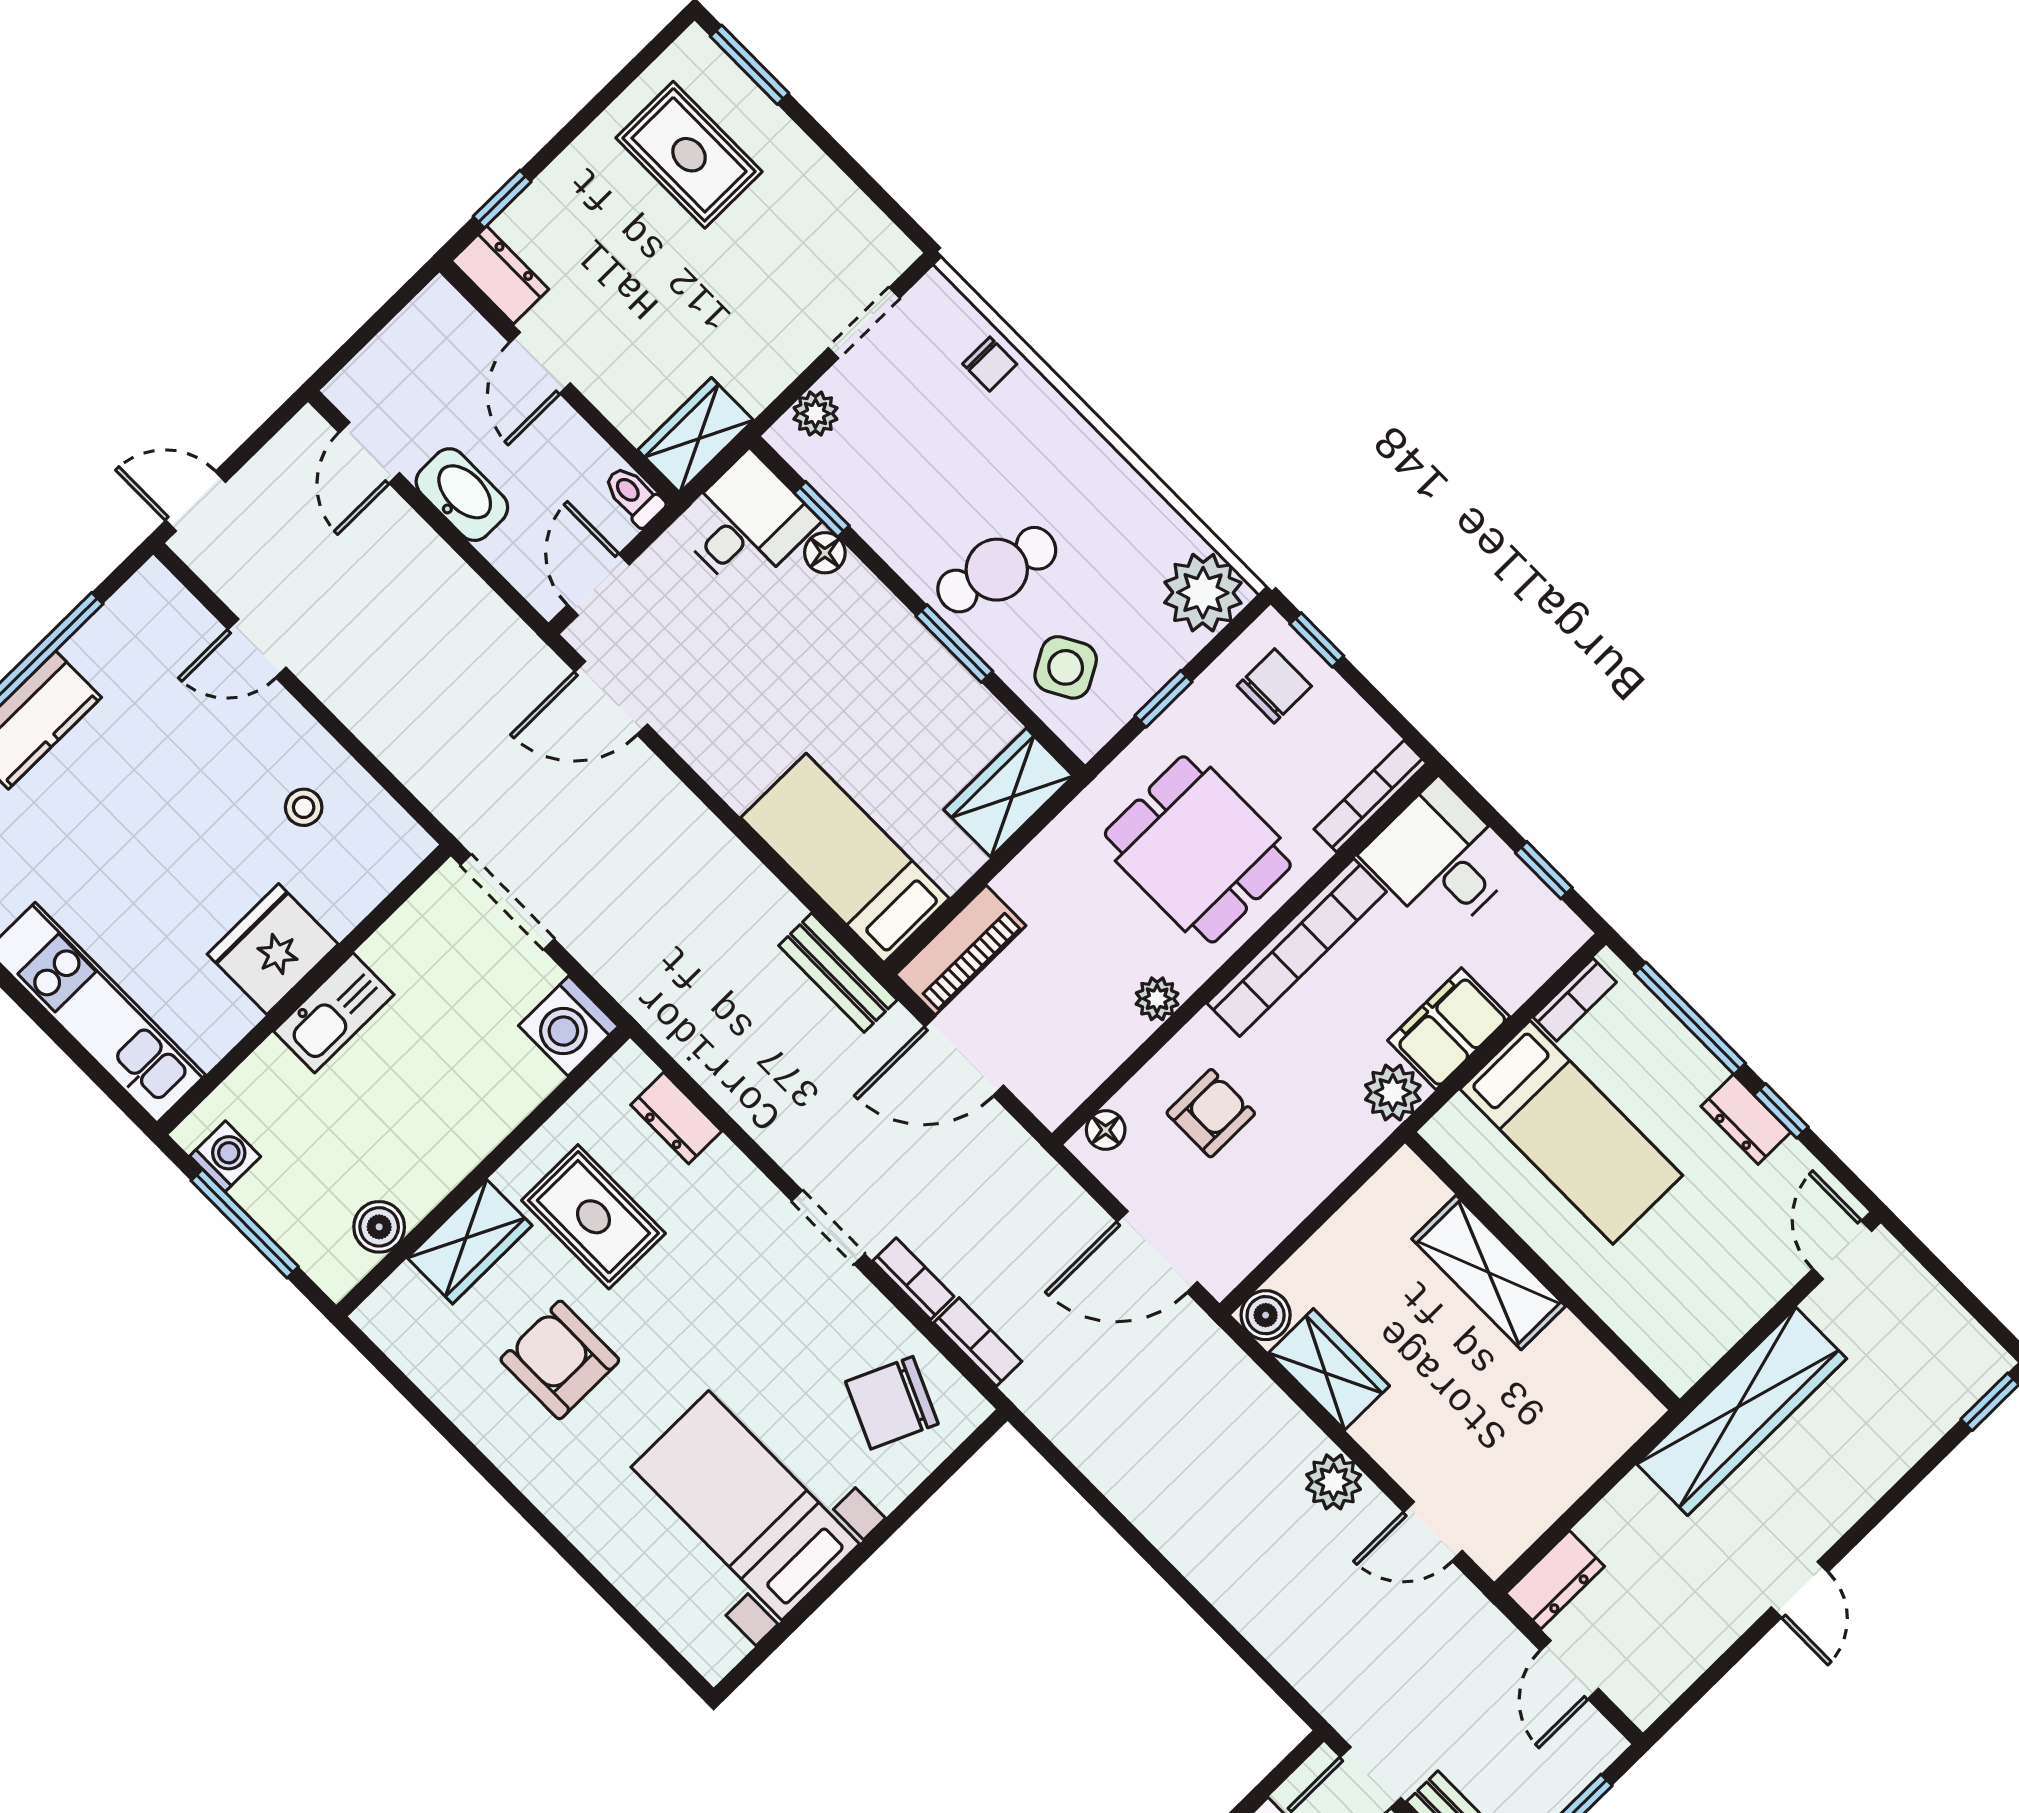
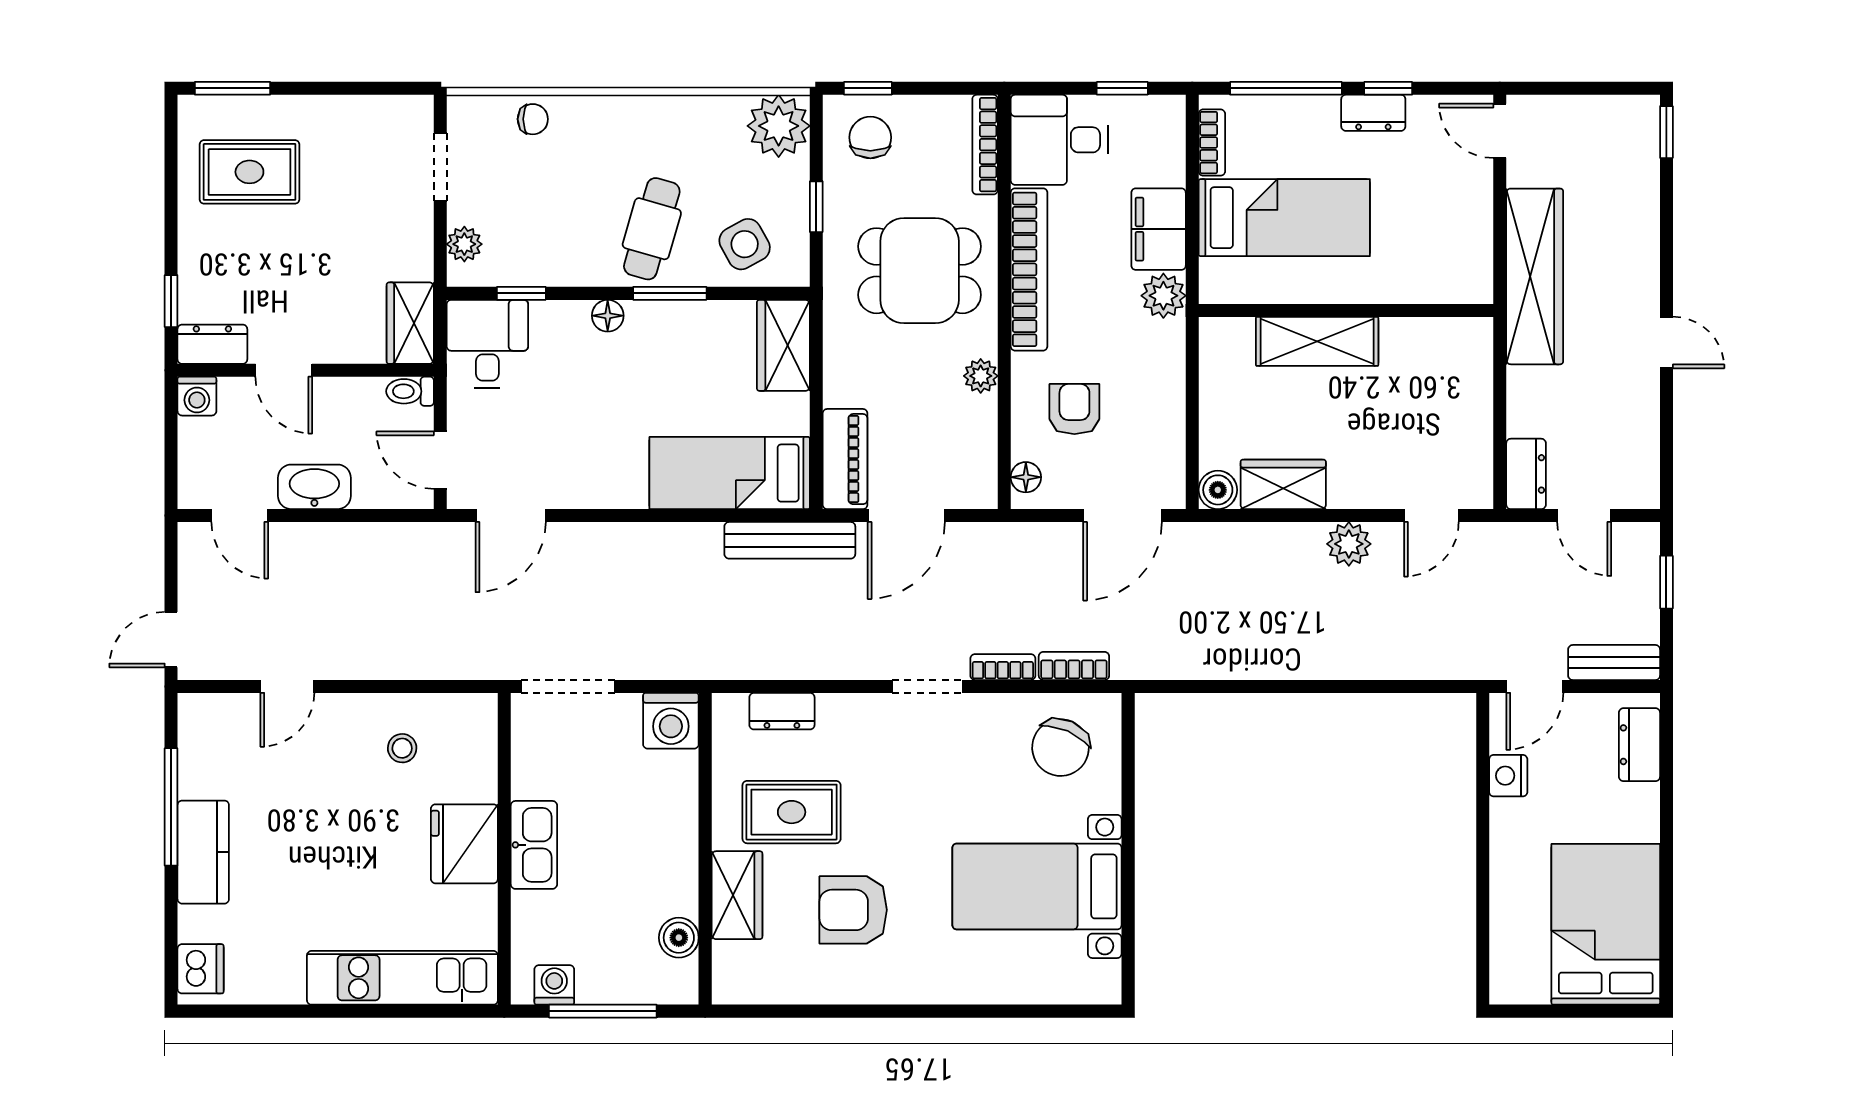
washing machine: (439, 307) -> (197, 396), added
floor lamp: (825, 553) -> (608, 316), moved
bench: (838, 973) -> (790, 540), width x1.36

